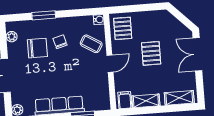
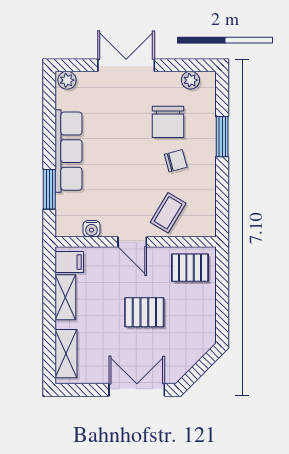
water cooler: (99, 20) -> (91, 229), moved

